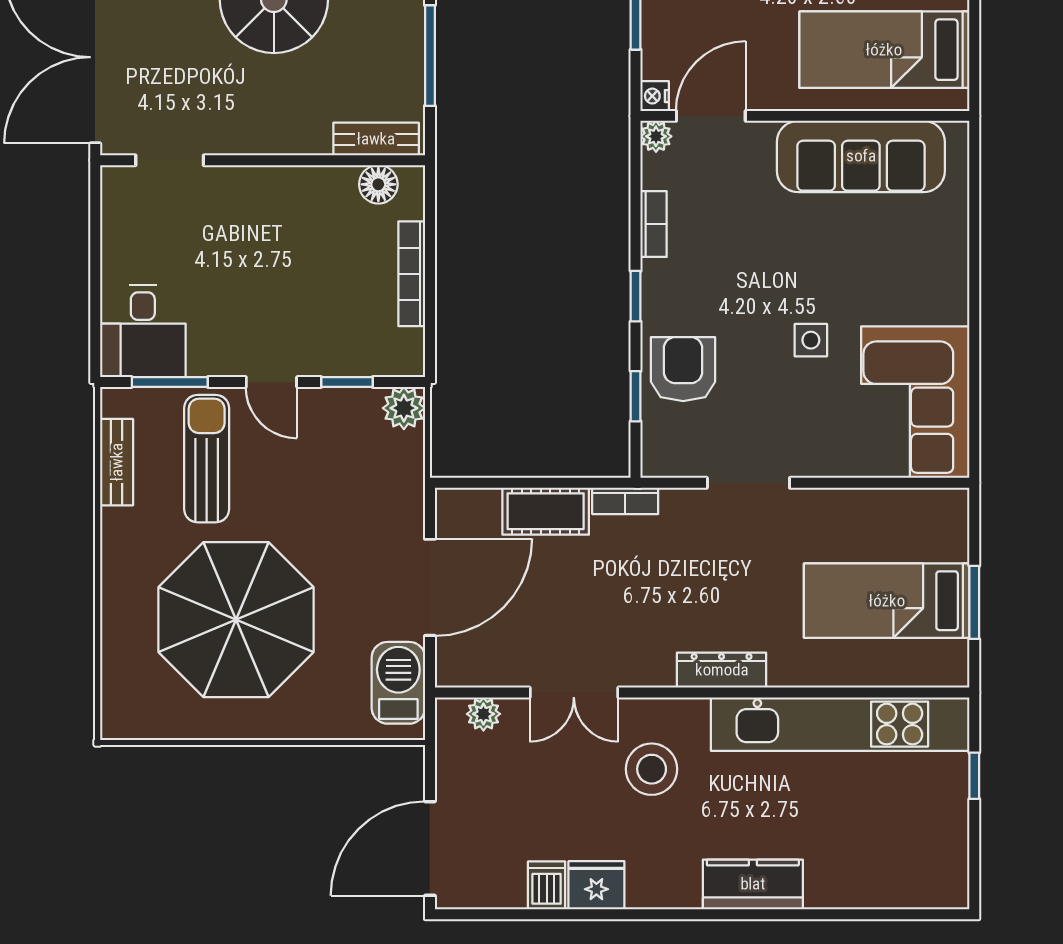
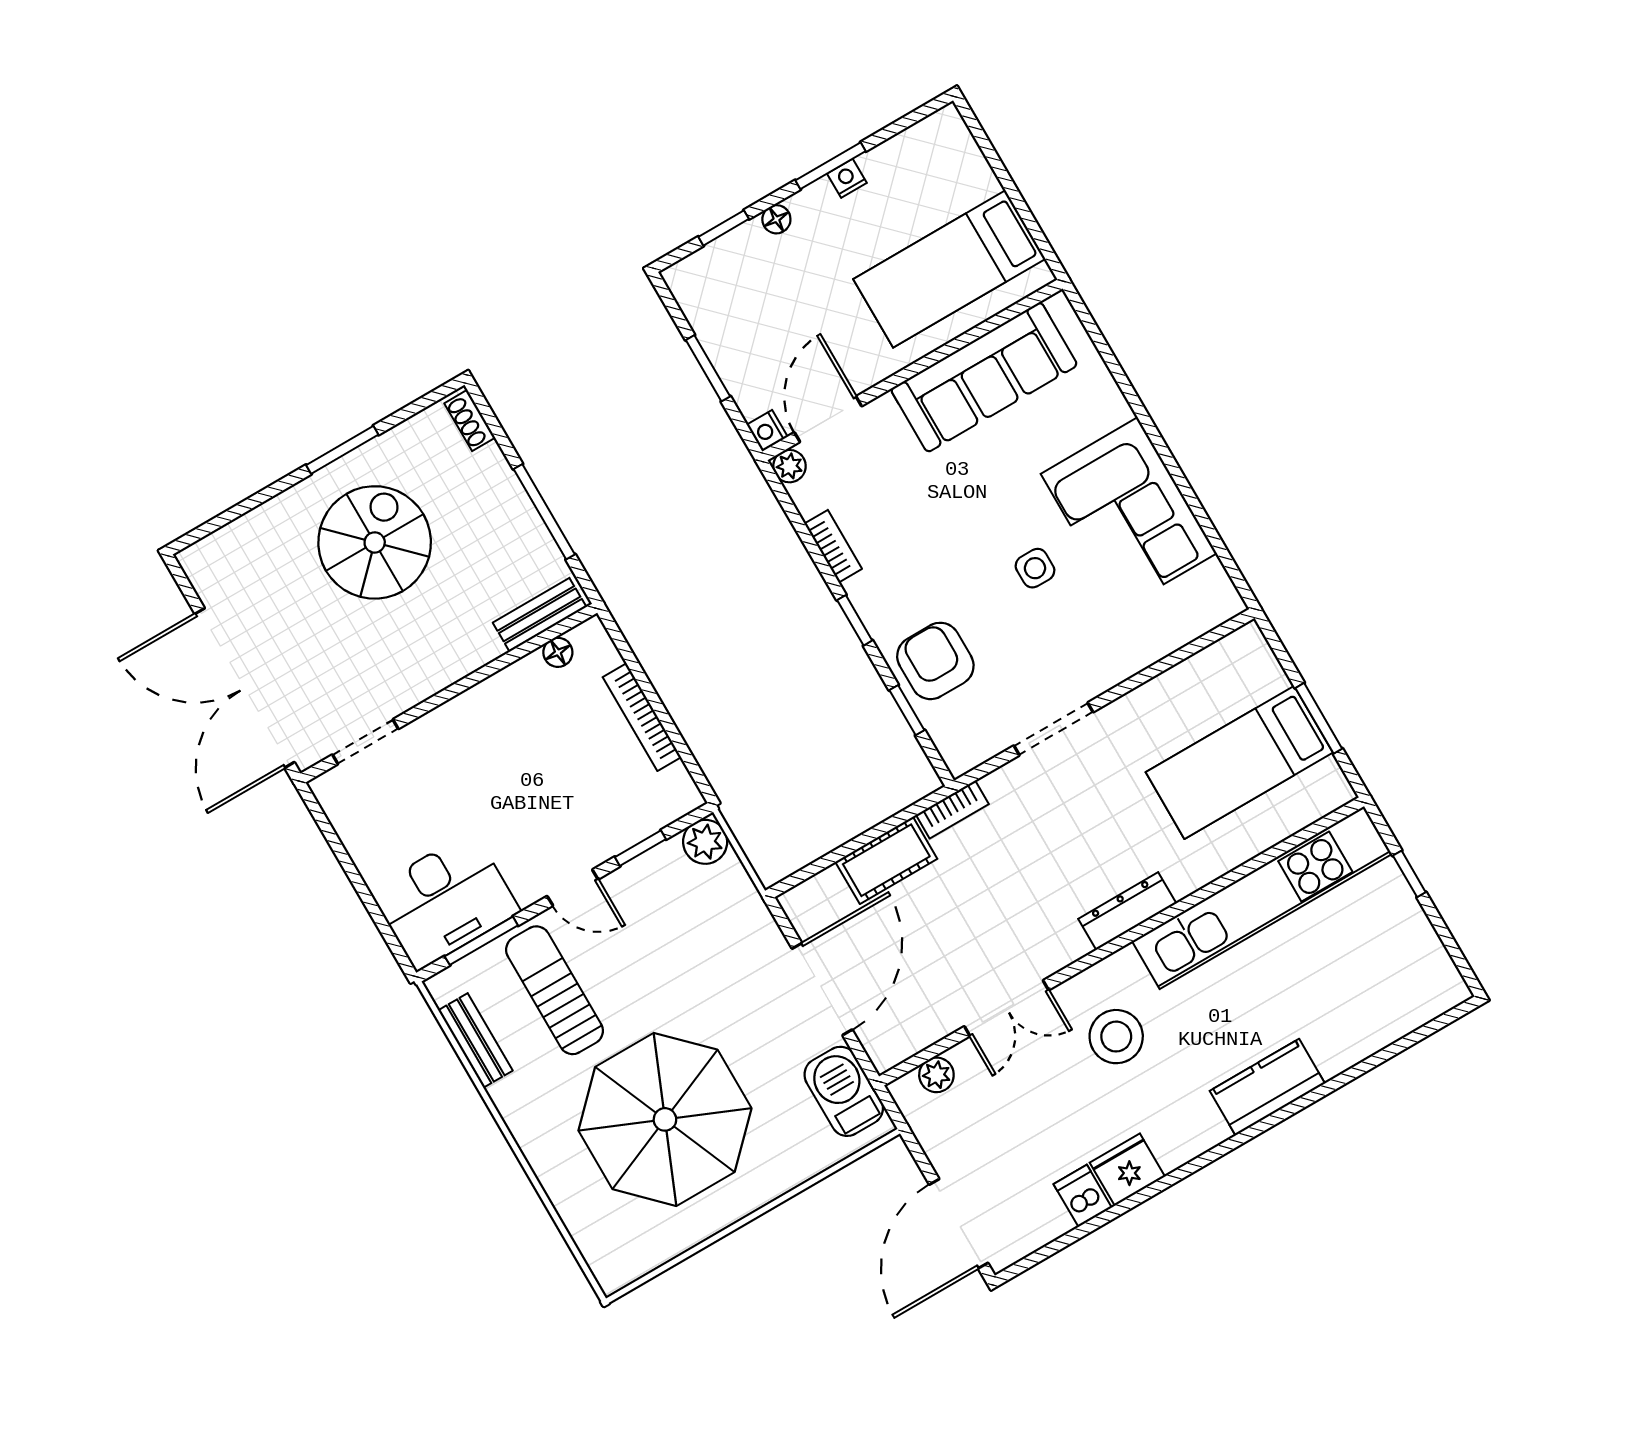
floor lamp: (378, 184) -> (558, 652), width x0.73, depth x0.73
desk: (143, 331) -> (445, 901), width x1.37
corner sofa: (915, 402) -> (1129, 514), moved

